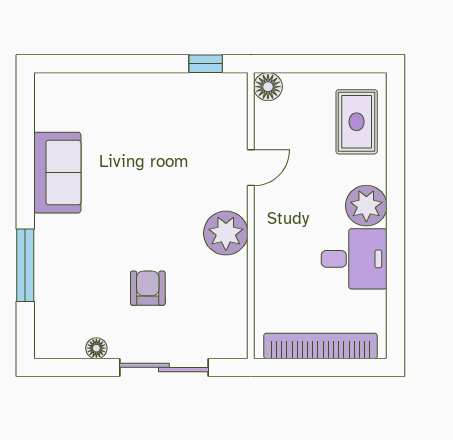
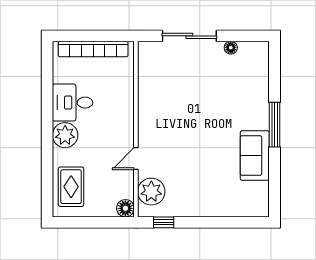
plant: (226, 233) -> (151, 192), moved
window: (25, 265) -> (274, 125), moved
armchair: (148, 288) -> (199, 85), removed

